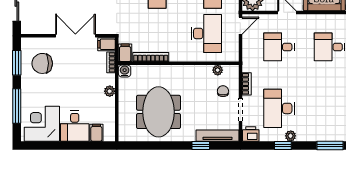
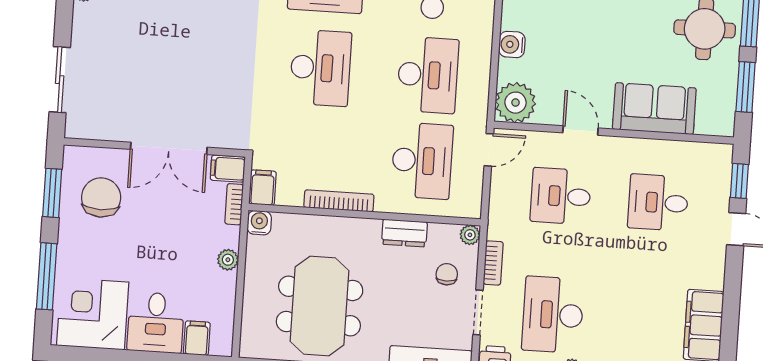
double door: (75, 36) -> (169, 148), swing flipped
bookcase: (151, 57) -> (339, 201), moved
chair: (42, 63) -> (101, 197), turned 90
plant: (218, 70) -> (470, 235), moved
dresser: (200, 71) -> (404, 233), added

